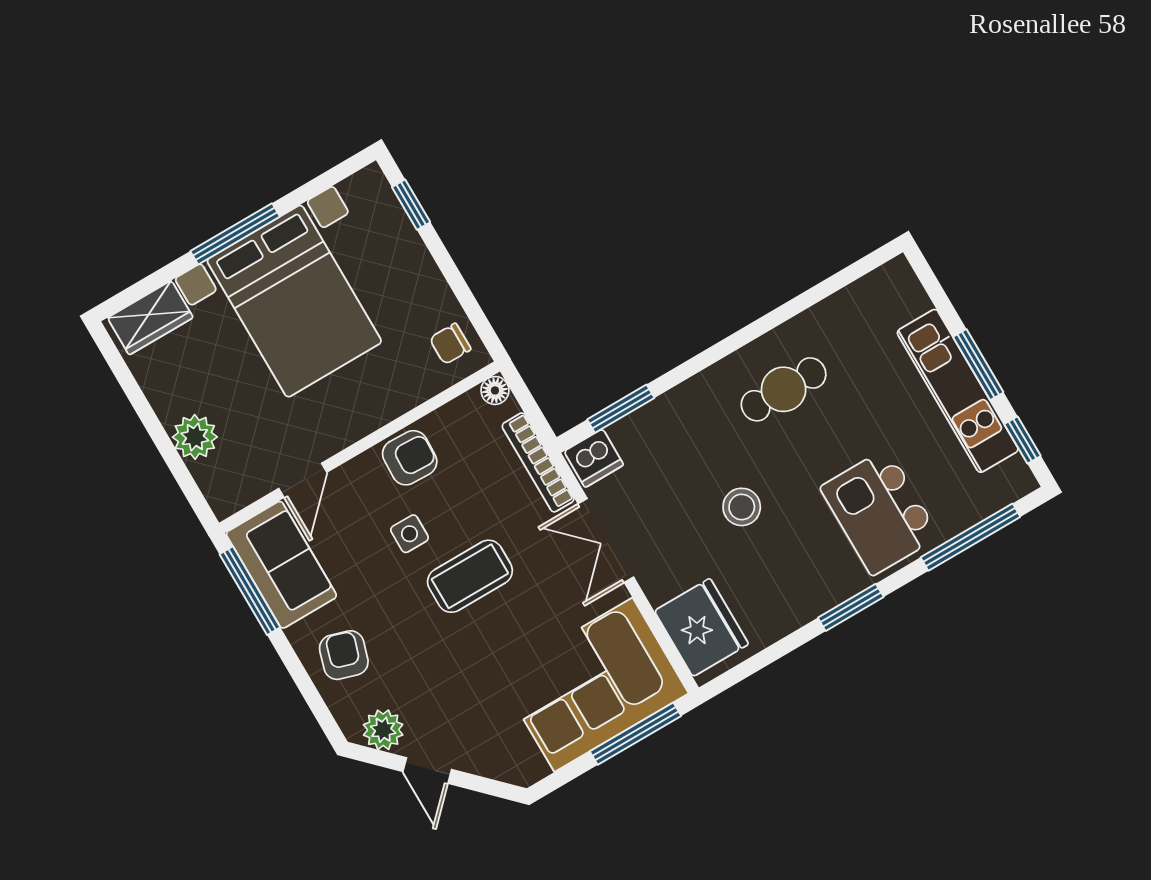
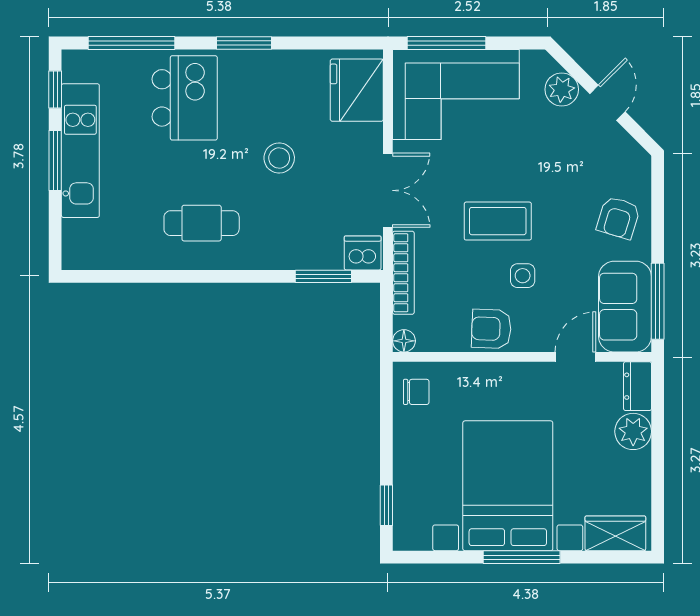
dresser: (218, 488) -> (638, 386), added
plant: (383, 730) -> (562, 89), moved

